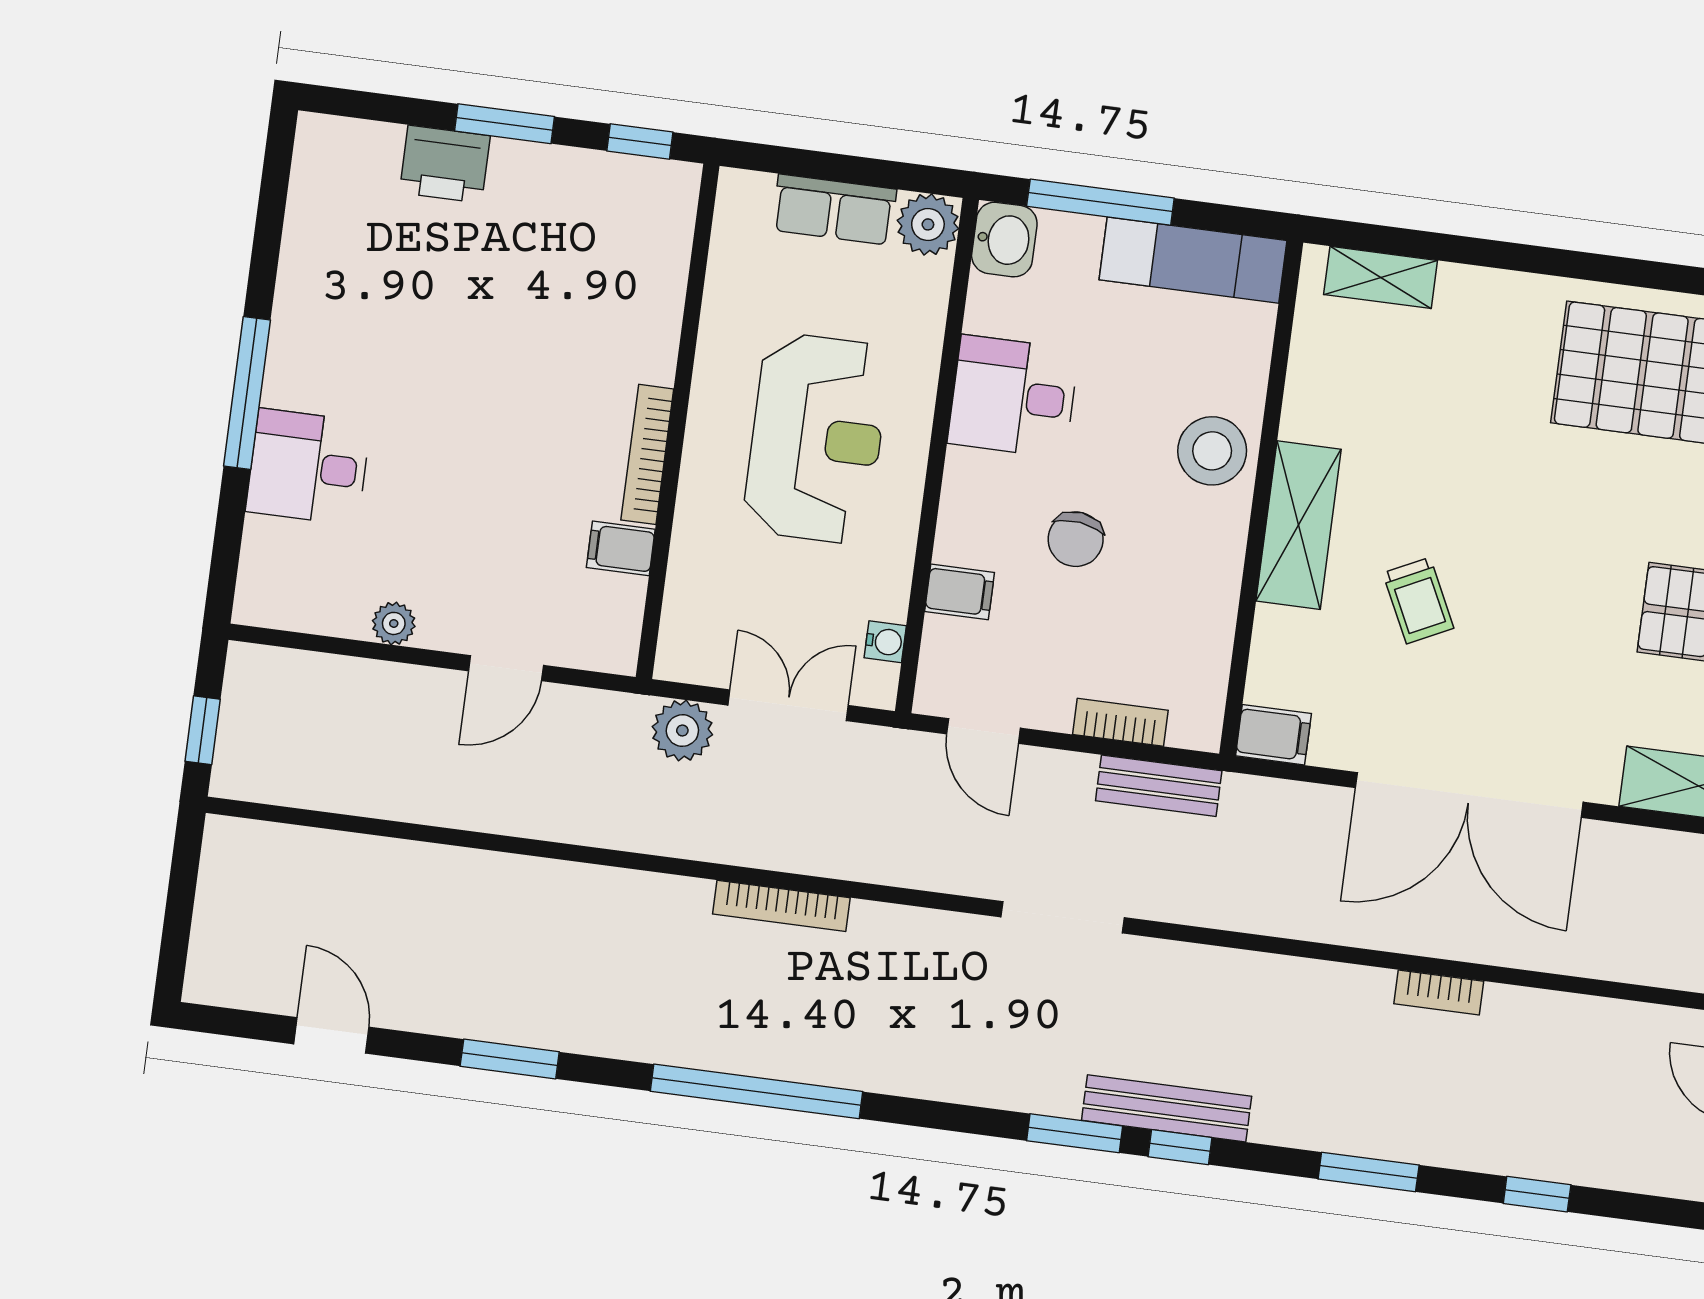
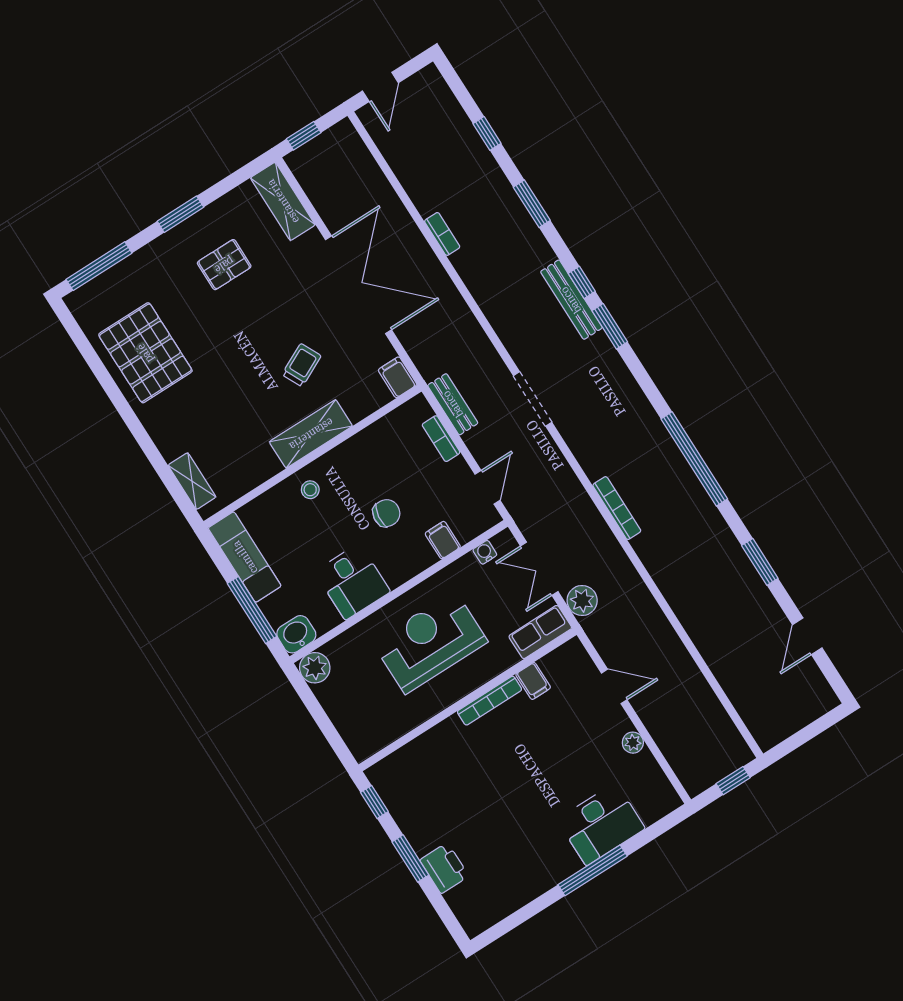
row of seats: (834, 210) -> (540, 632), moved, turned -90
stool: (1212, 451) -> (310, 490), width x0.53, depth x0.53
desk: (308, 467) -> (601, 824), width x1.37

